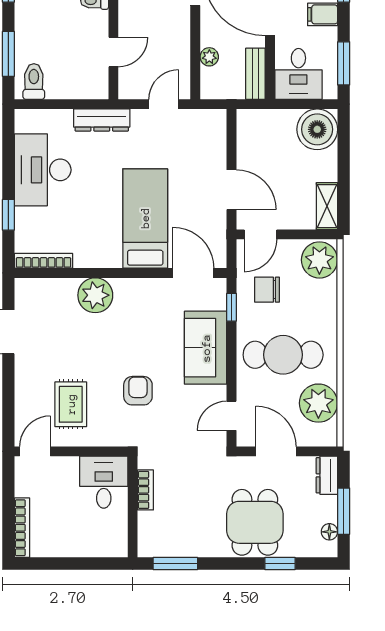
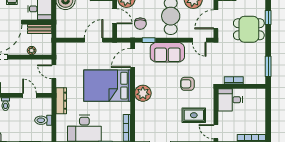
toilet: (34, 82) -> (43, 120), moved
bed: (145, 218) -> (107, 86), width x1.50
door: (261, 234) -> (115, 16), moved
plant: (95, 295) -> (143, 93), moved

